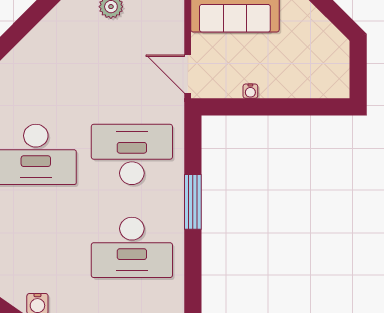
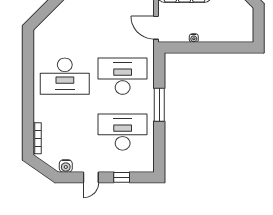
desk: (132, 247) -> (123, 132), turned 180

